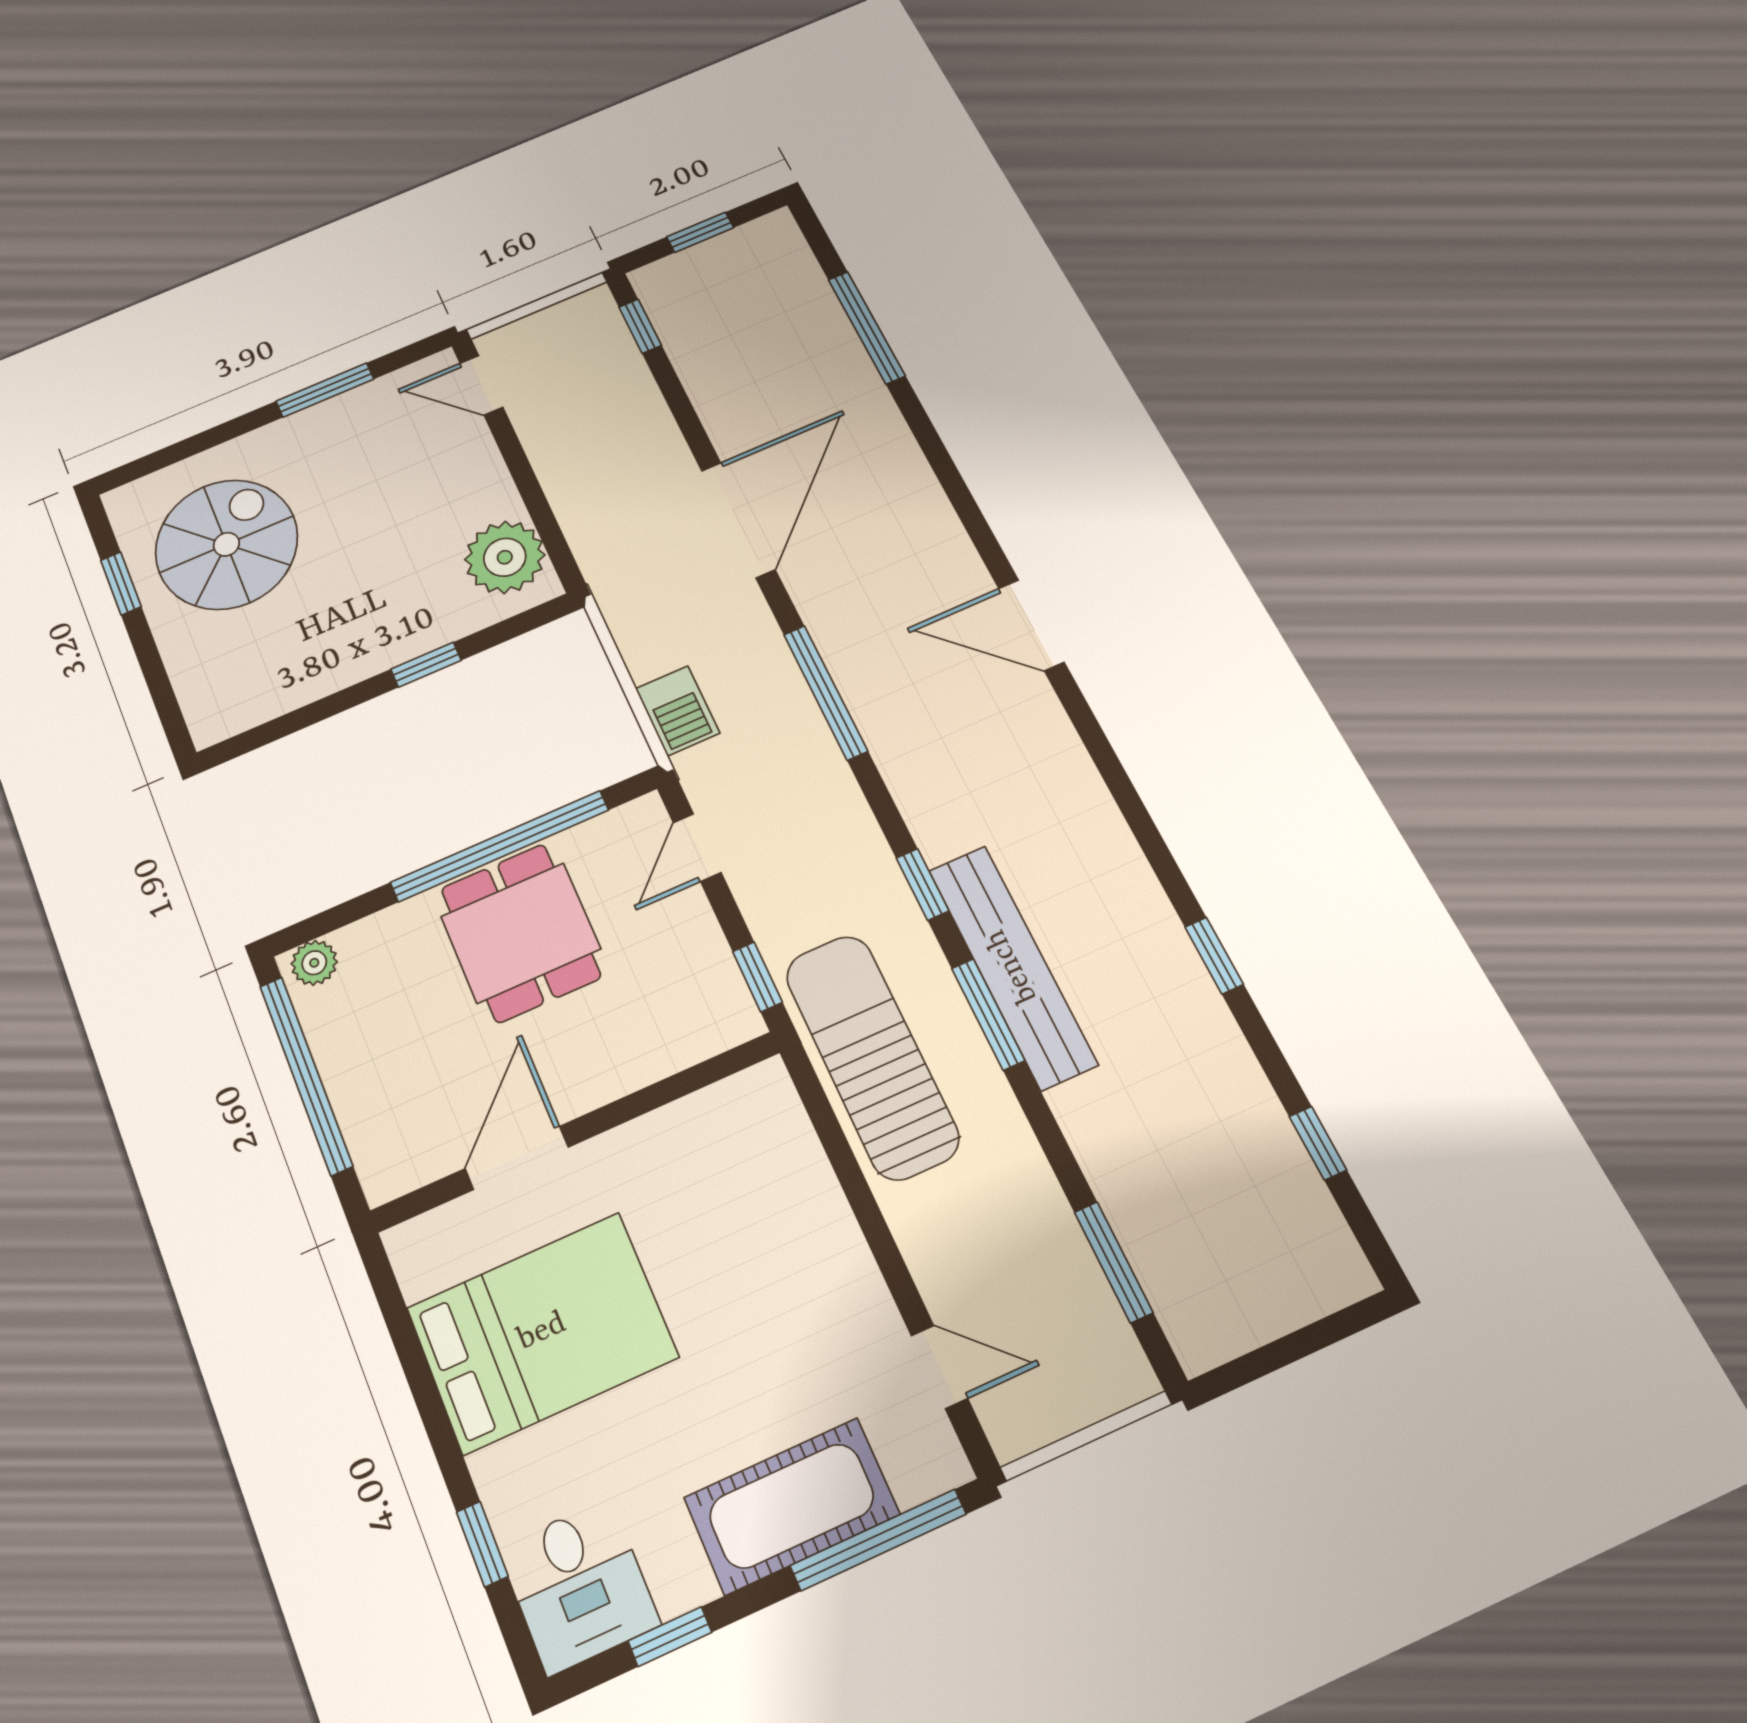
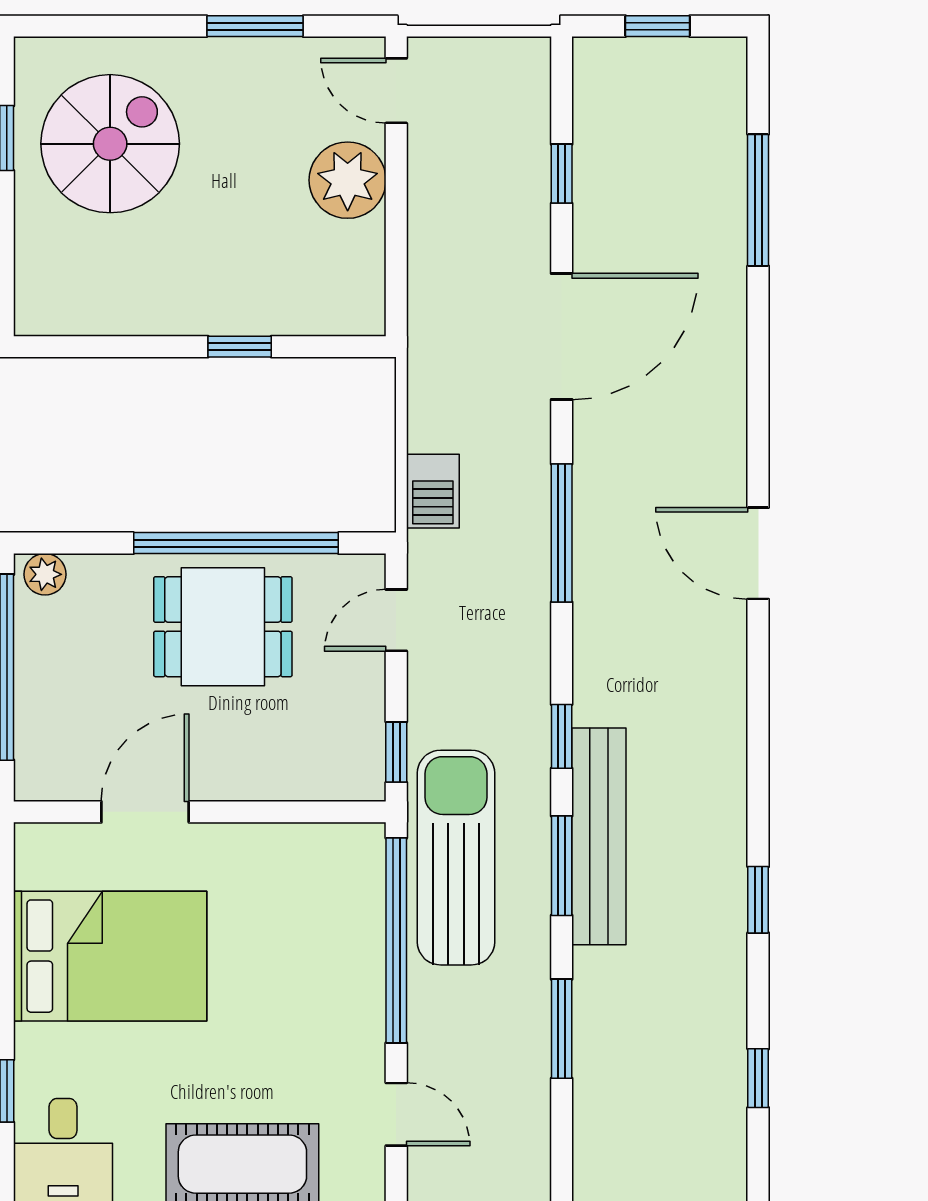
window: (640, 326) -> (562, 174), moved
plant: (505, 557) -> (348, 180), moved
dining table: (521, 933) -> (223, 627), turned 90
window: (849, 1173) -> (396, 940), added
window: (1114, 1262) -> (562, 1029), moved

